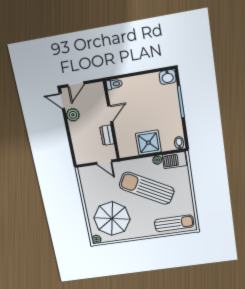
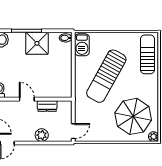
plant: (73, 115) -> (42, 135), moved
shower: (148, 143) -> (37, 43), moved
plant: (157, 160) -> (79, 61), removed
door: (104, 162) -> (73, 131), moved

